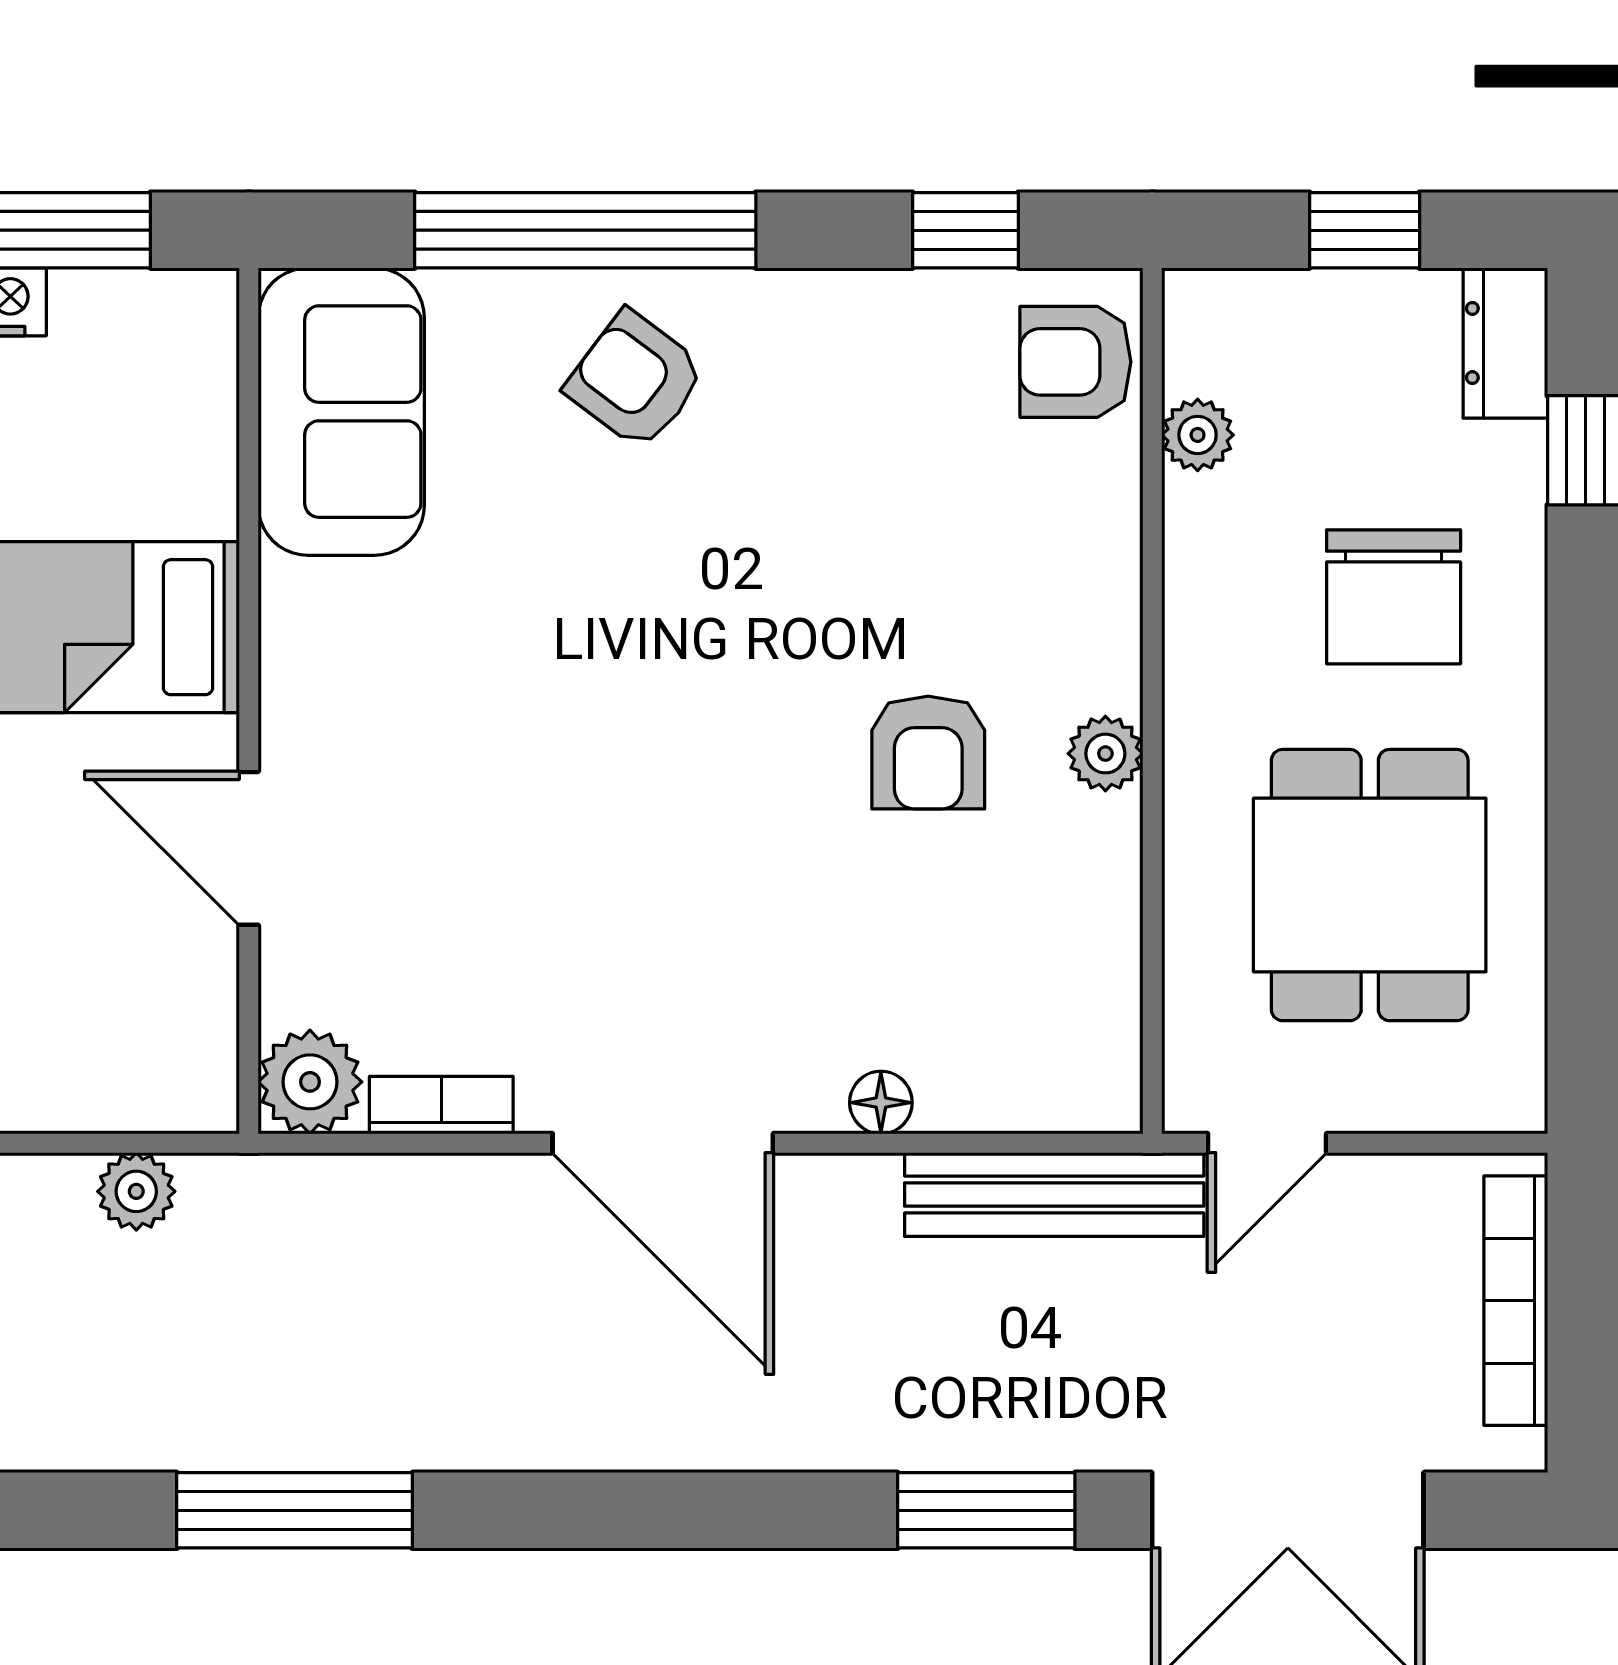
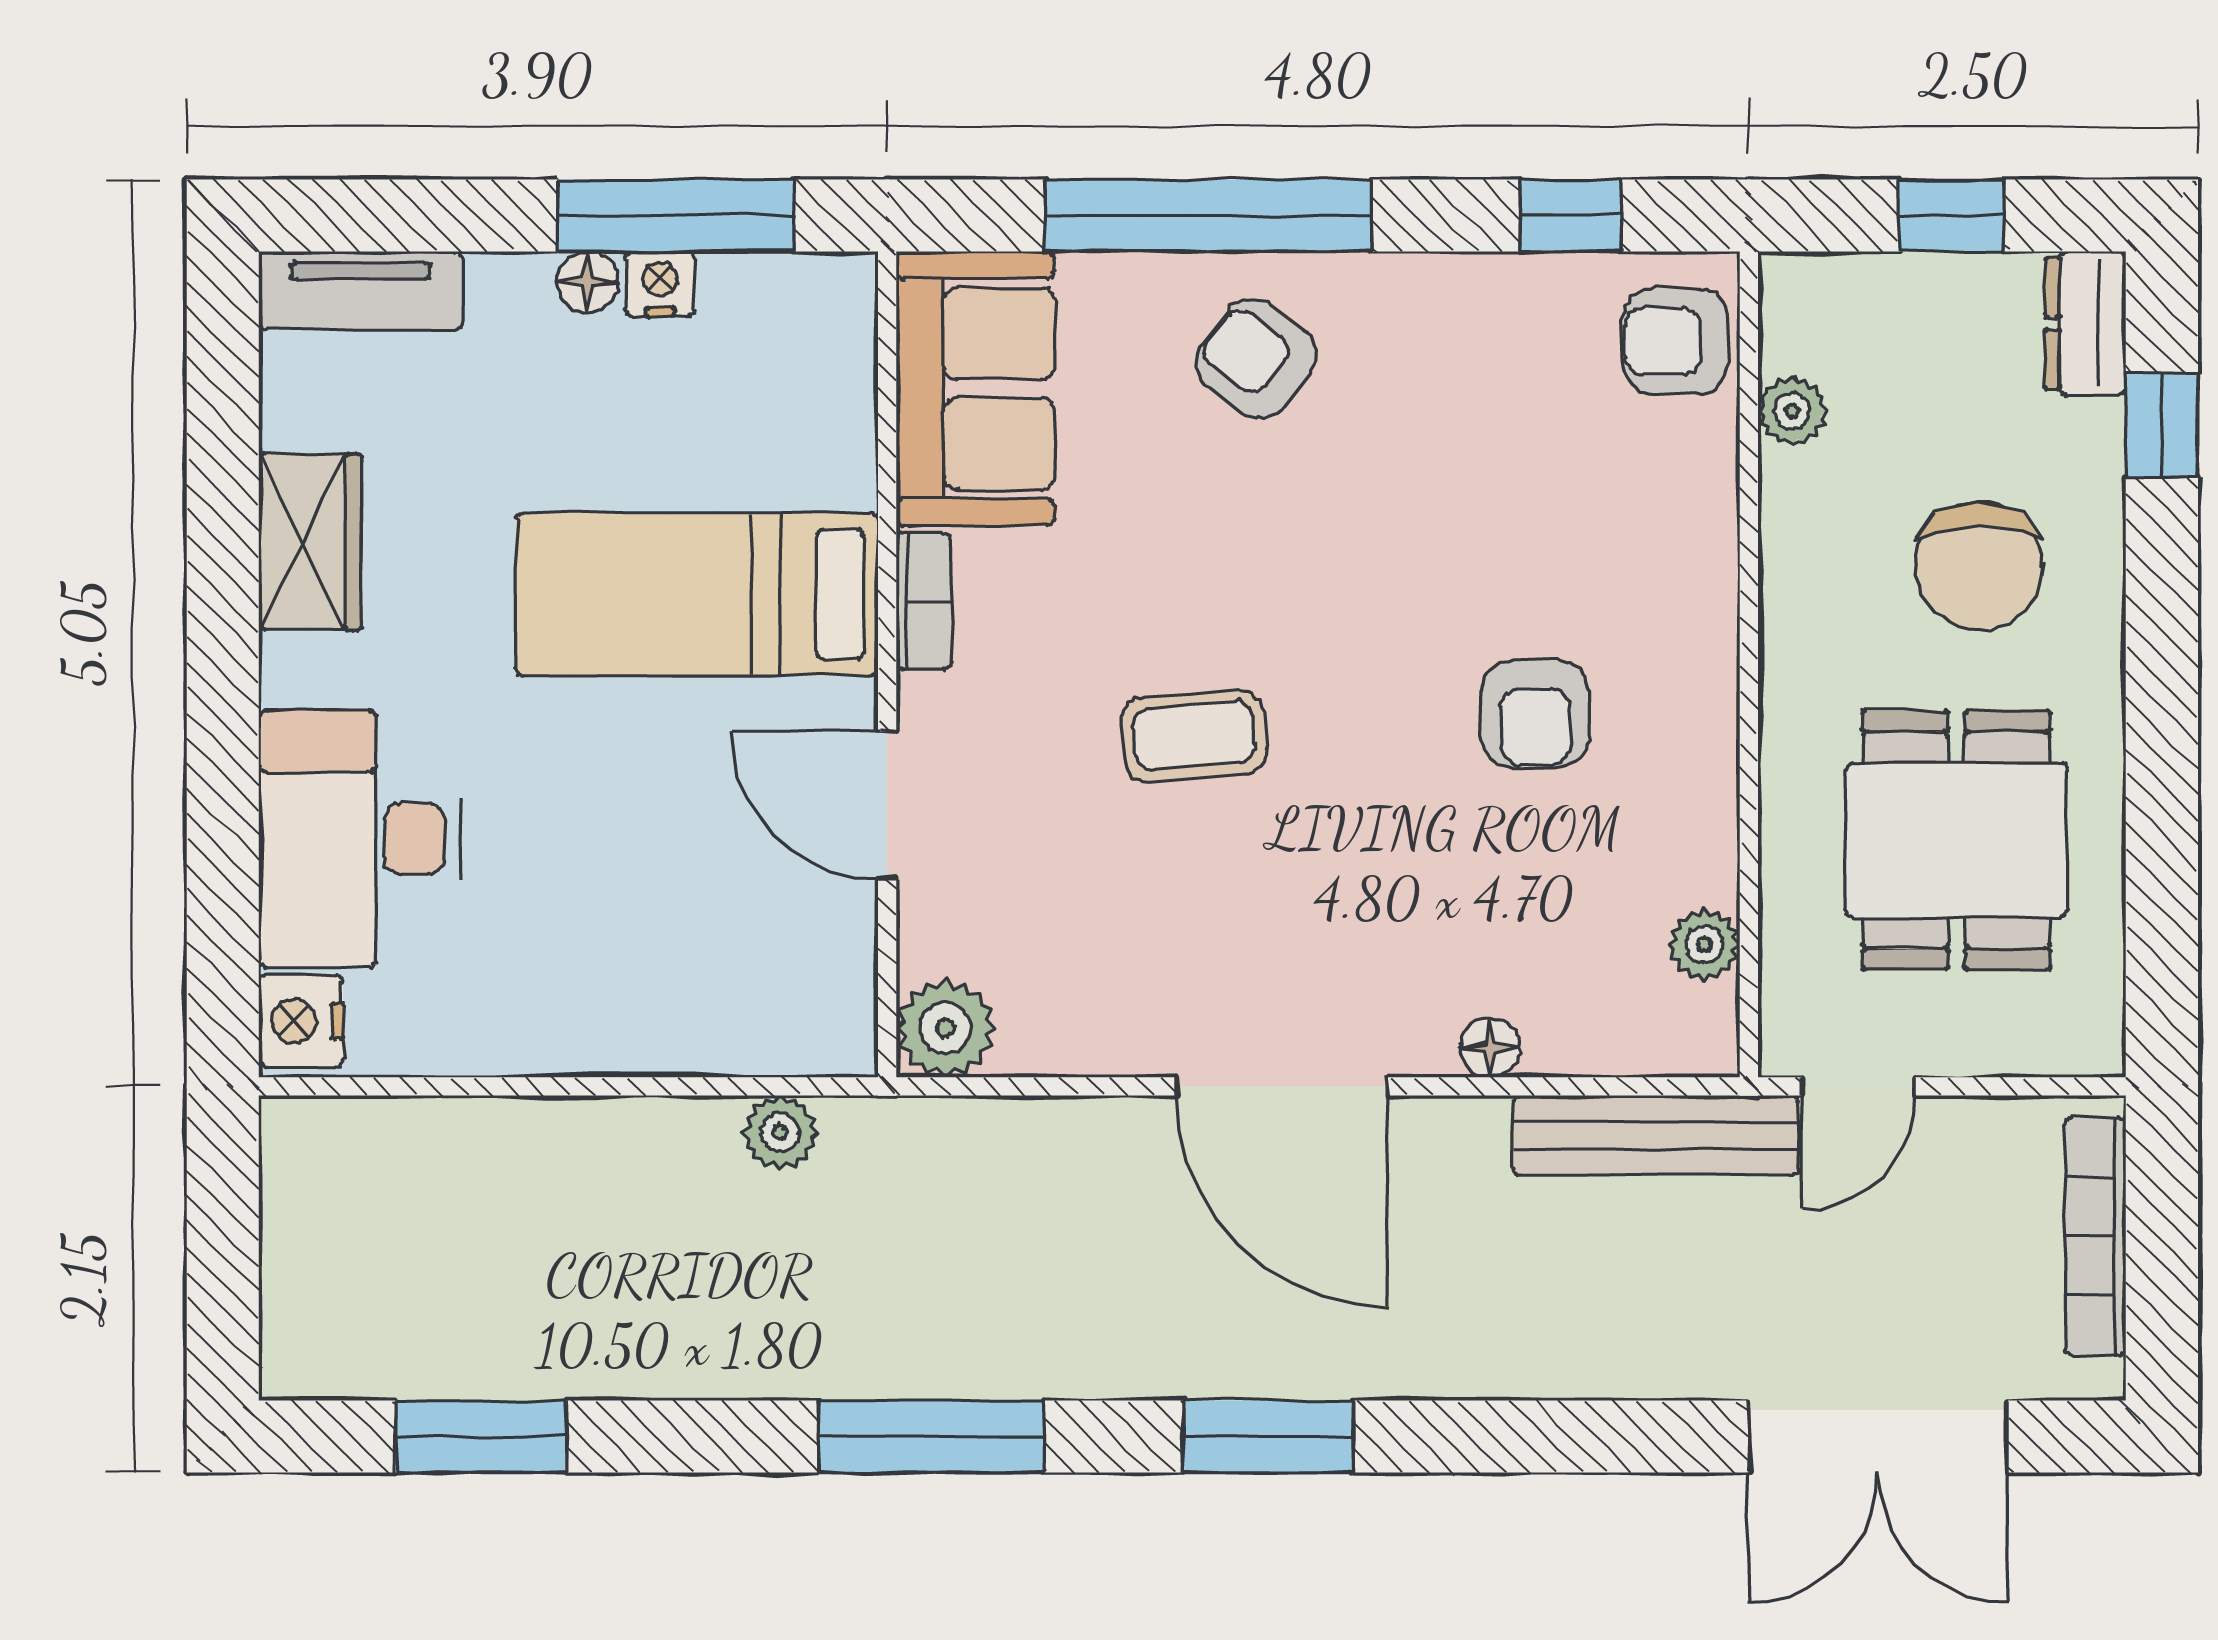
plant: (1105, 754) -> (1704, 945), moved
coffee table: (571, 776) -> (1194, 736), added
bookcase: (441, 1105) -> (924, 601), moved, turned 90
window: (986, 1510) -> (1269, 1436), moved

